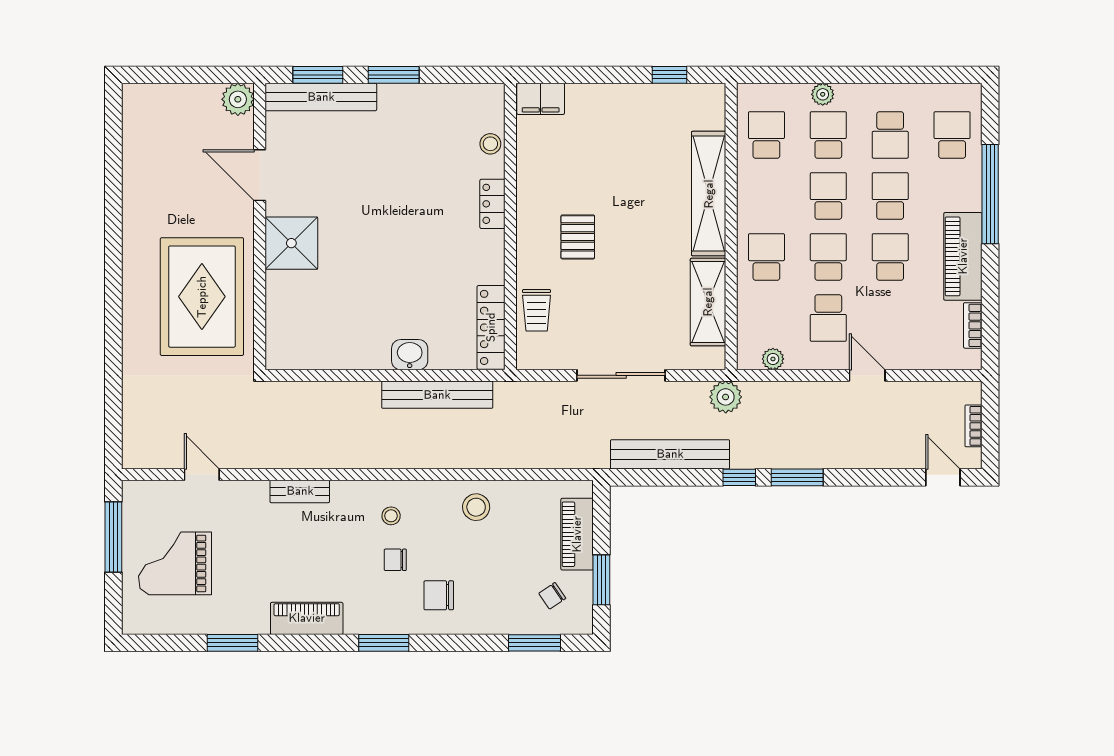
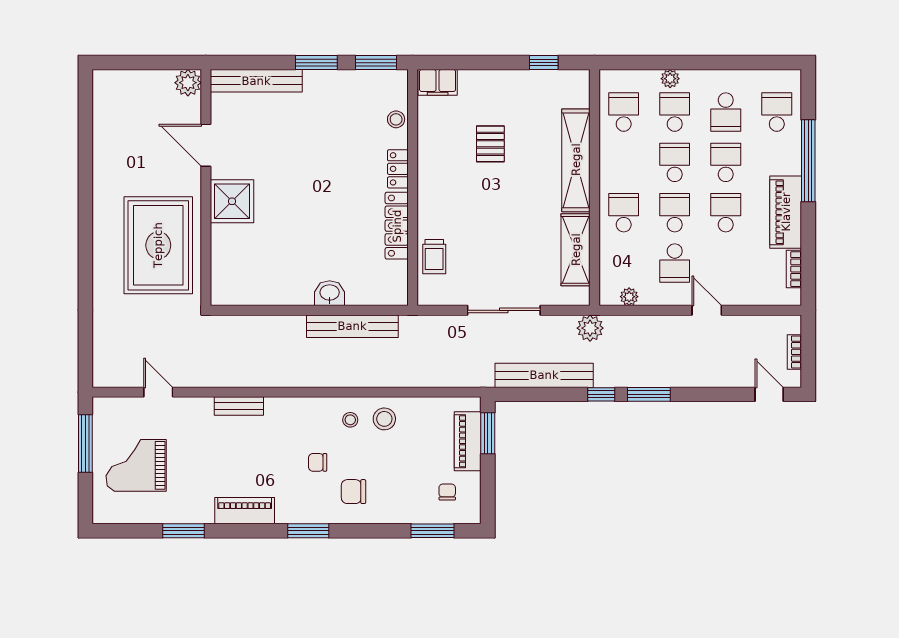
window: (318, 75) -> (376, 63), moved
pallet: (578, 237) -> (490, 144), moved
locker: (491, 327) -> (397, 226), moved
stool: (391, 516) -> (350, 420), moved
window: (601, 580) -> (488, 433), moved
chair: (552, 596) -> (447, 492), turned 124

